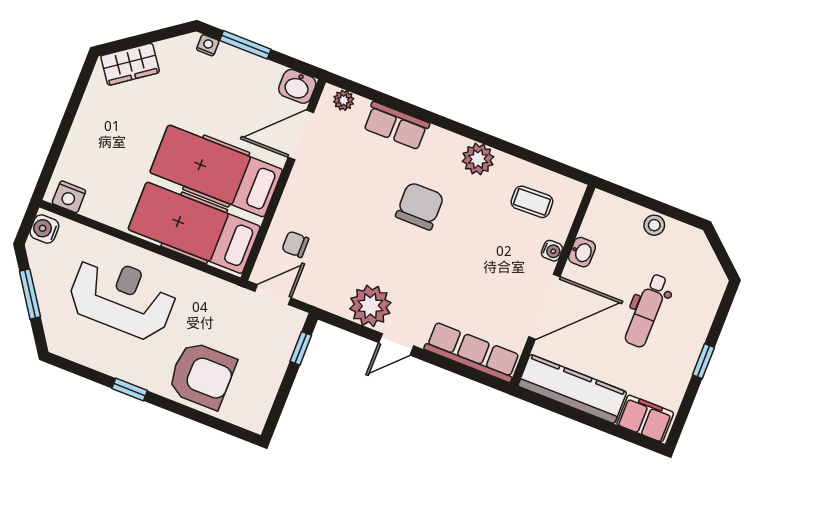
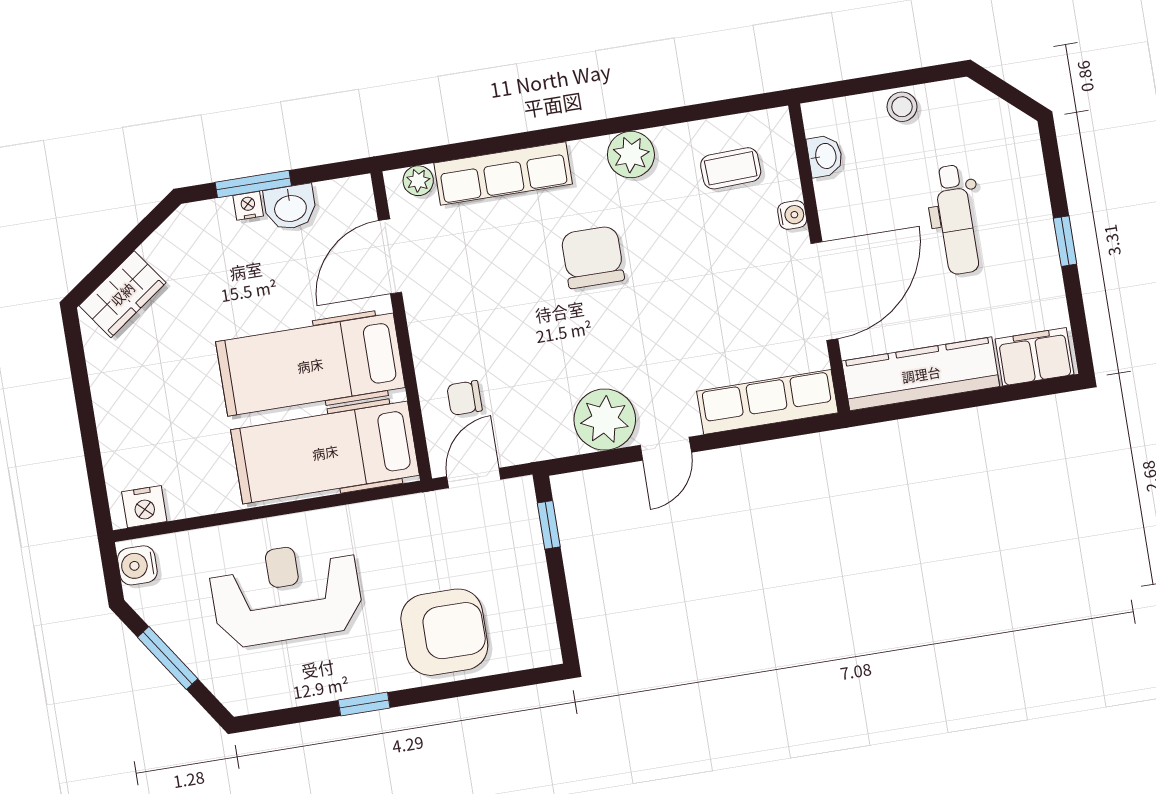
nightstand: (208, 45) -> (248, 206), moved
washbasin: (297, 86) -> (290, 207), moved
row of seats: (396, 126) -> (503, 173), width x1.48
washbasin: (582, 252) -> (825, 156), moved

